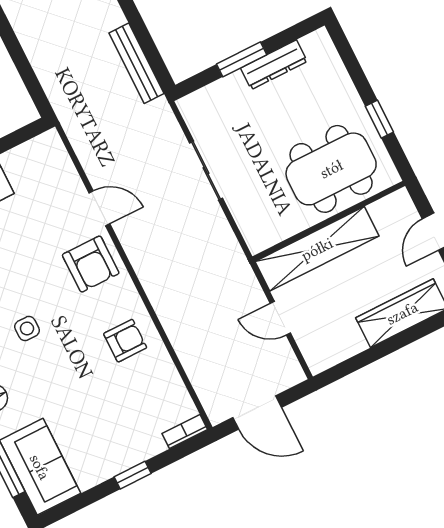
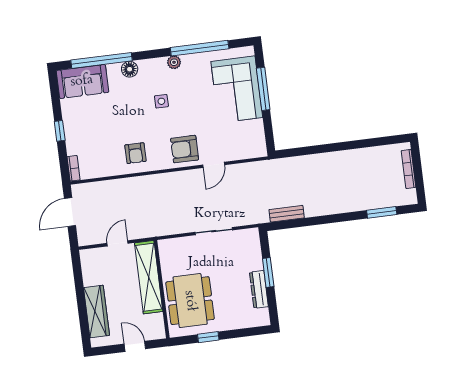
bench: (136, 63) -> (287, 214), width x0.73

